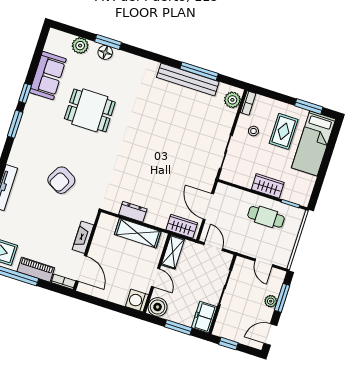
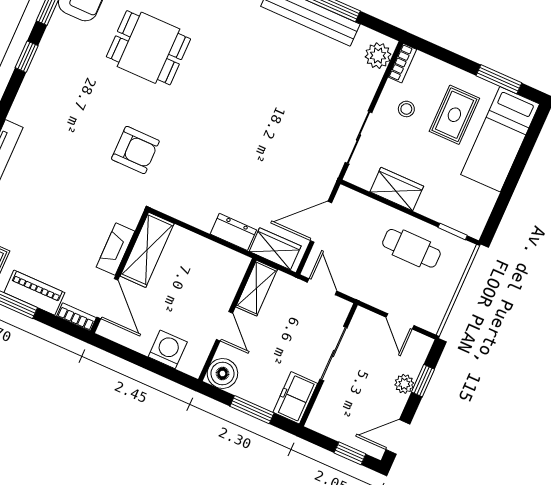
window: (15, 124) -> (27, 57), width x0.67
armchair: (61, 180) -> (135, 150), moved, turned -119
wardrobe: (268, 186) -> (397, 189), moved
door: (208, 207) -> (321, 222), hinge flipped
dresser: (133, 212) -> (233, 232), moved
shelving: (138, 233) -> (147, 250), moved, turned 90
window: (282, 298) -> (423, 381), width x0.67
washing machine: (137, 301) -> (168, 349), moved, turned 90
window: (228, 344) -> (350, 453), moved

